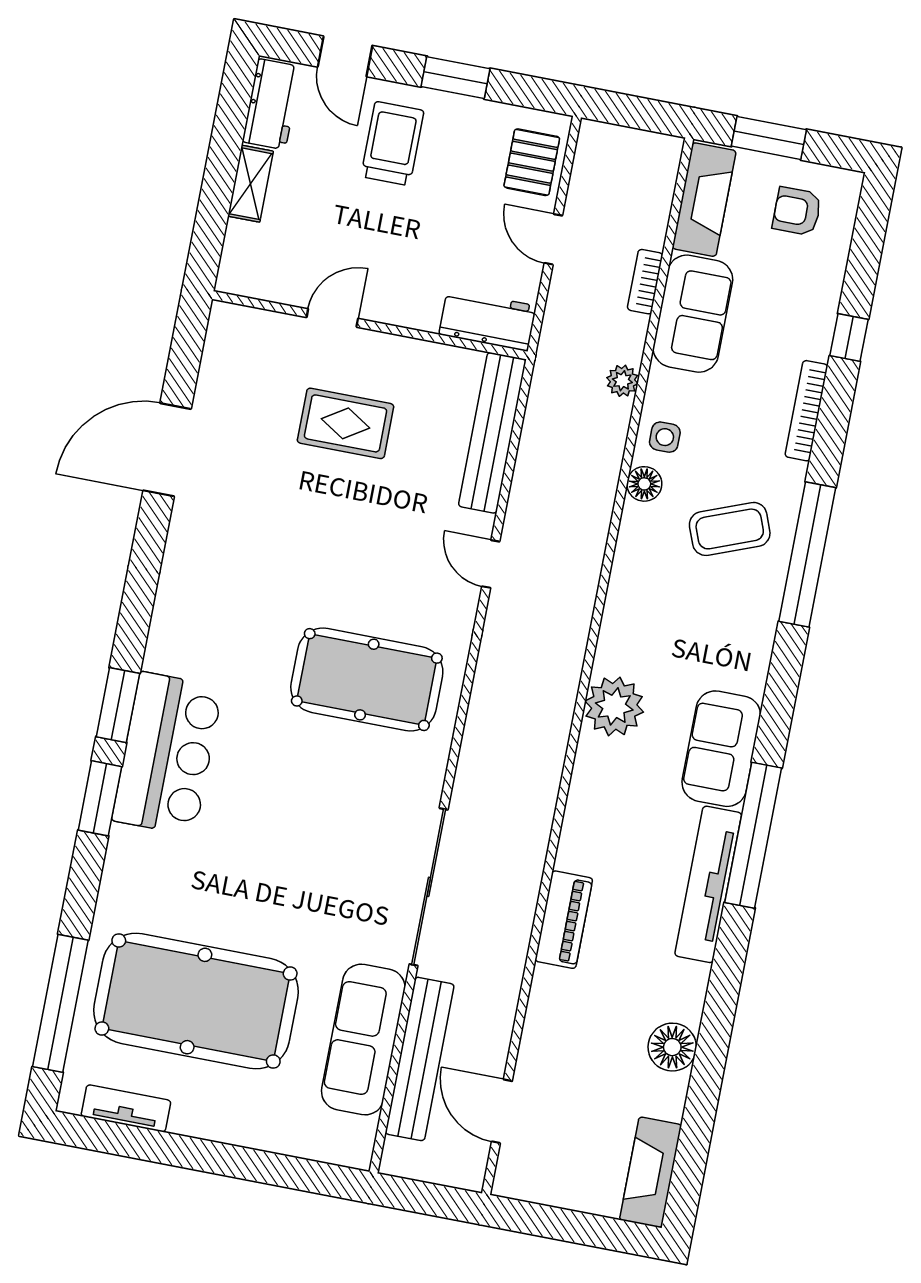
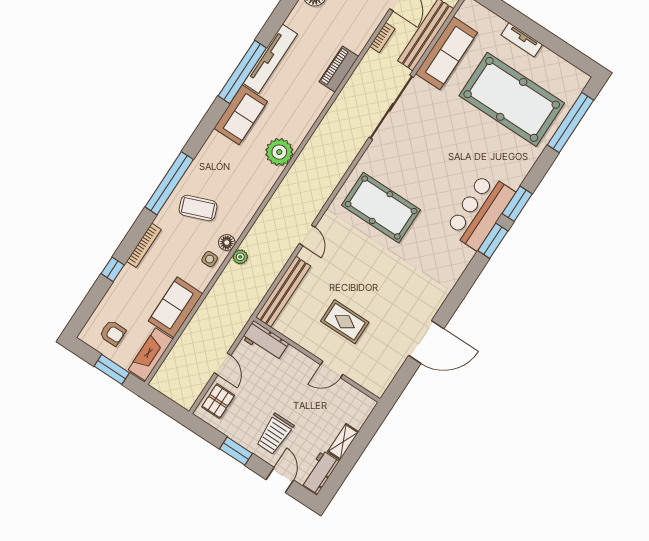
bookcase: (645, 282) -> (382, 38), moved
plant: (622, 381) -> (240, 257), moved
tv unit: (126, 1108) -> (522, 40), moved

